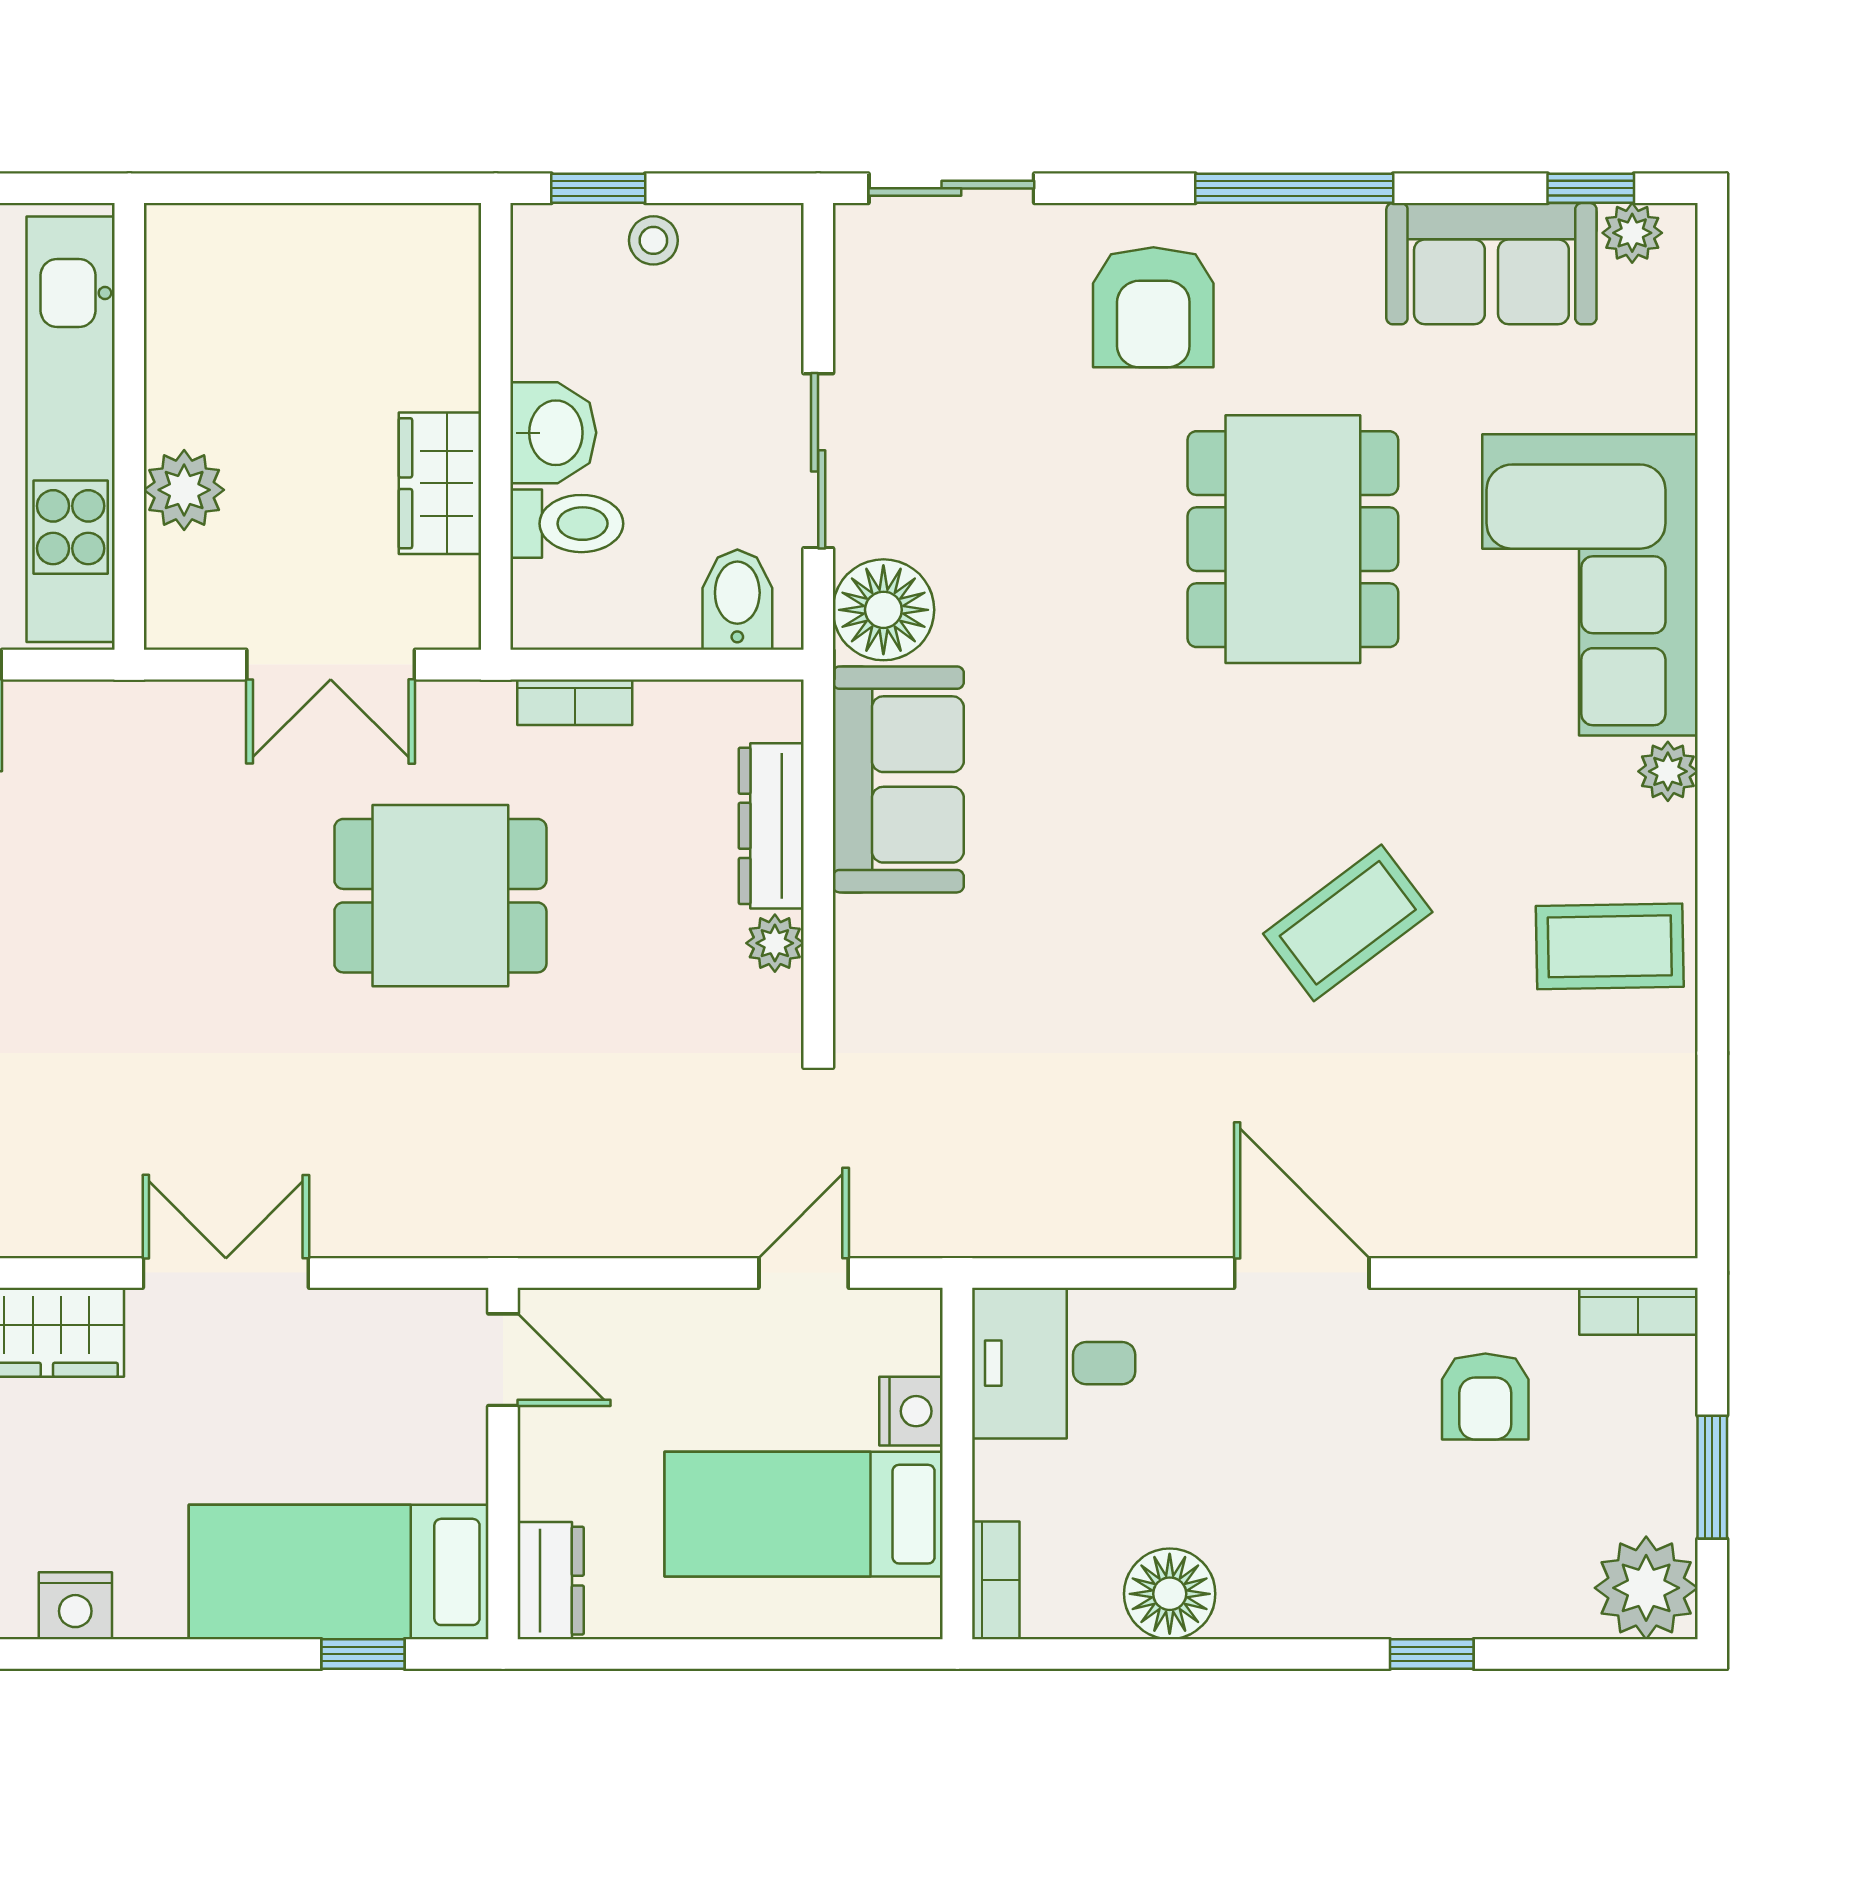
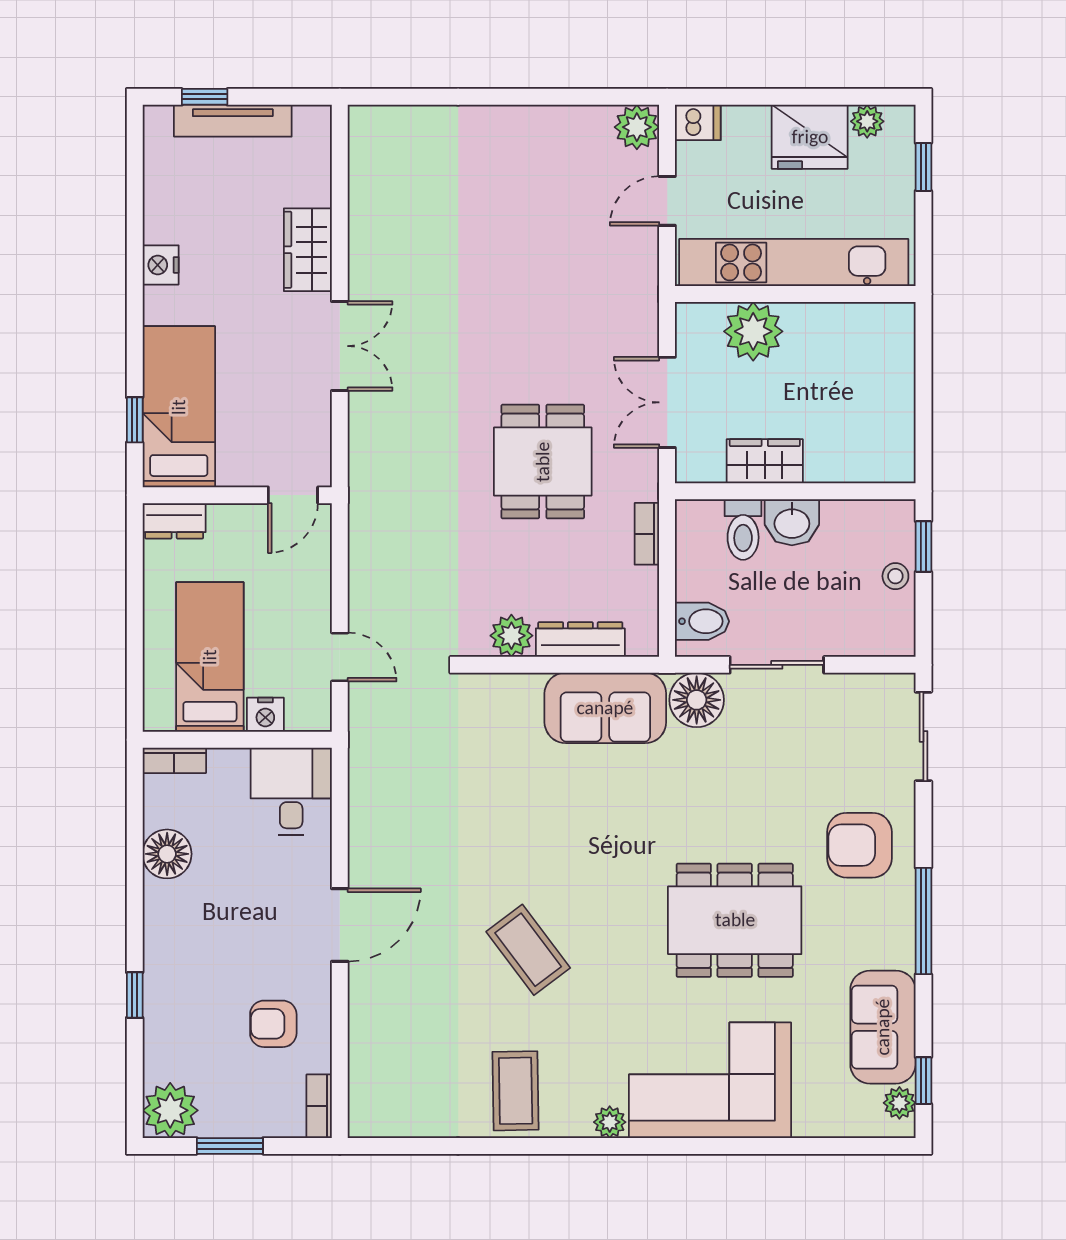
plant: (184, 490) -> (753, 331), width x1.36, depth x1.36
plant: (775, 943) -> (511, 636), width x1.38, depth x1.38

